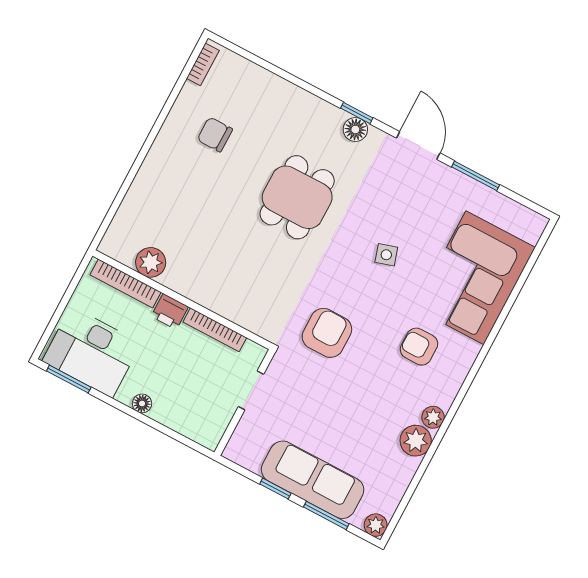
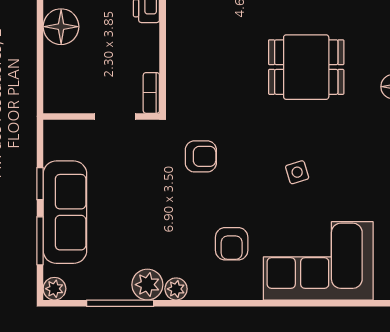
bookcase: (215, 330) -> (151, 93), moved, width x0.64
armchair: (327, 333) -> (201, 156), width x0.72, depth x0.72
armchair: (419, 347) -> (232, 244), turned 180
floor lamp: (142, 403) -> (61, 27), width x1.89, depth x1.89
window: (419, 474) -> (120, 303), added

